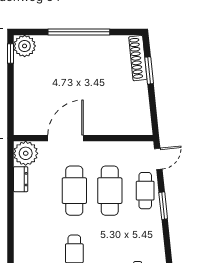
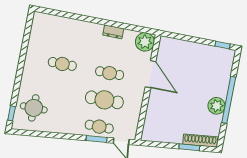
plant: (25, 46) -> (217, 106), moved
dresser: (21, 179) -> (113, 32), moved
cafe table: (74, 191) -> (110, 73), width x0.73, depth x0.74
window: (163, 206) -> (97, 139), moved

